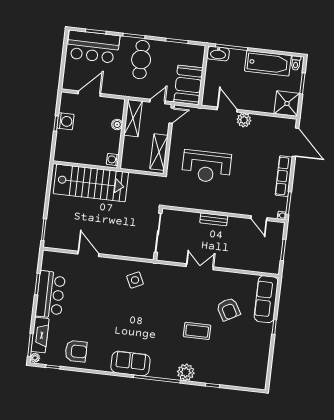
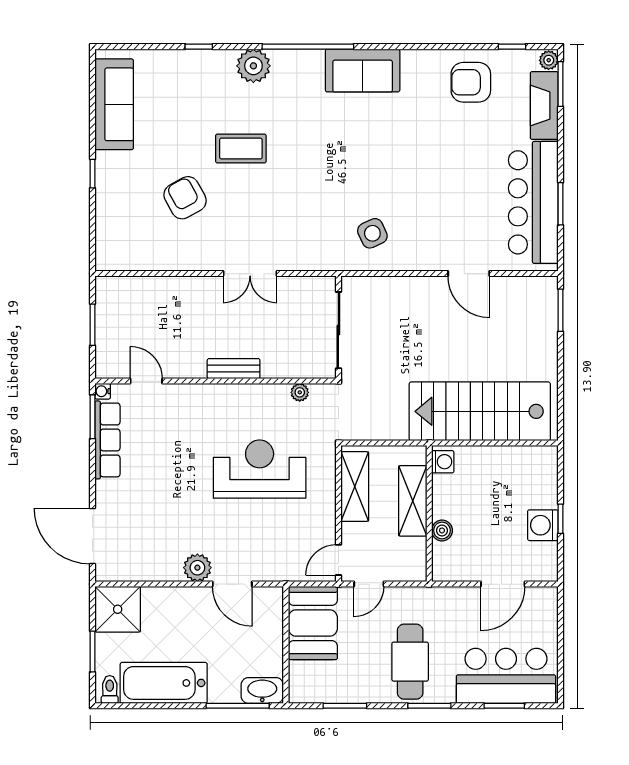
shelving: (133, 118) -> (413, 501), moved
row of seats: (284, 176) -> (107, 440), moved
plant: (181, 203) -> (300, 392), added
bar counter: (50, 295) -> (533, 202), width x1.36
sofa: (266, 299) -> (114, 104), moved

